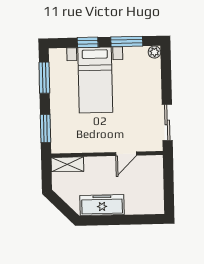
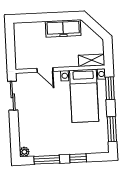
bed with nightstands: (95, 80) -> (84, 96), moved, turned 180
door: (126, 154) -> (45, 70), swing flipped

